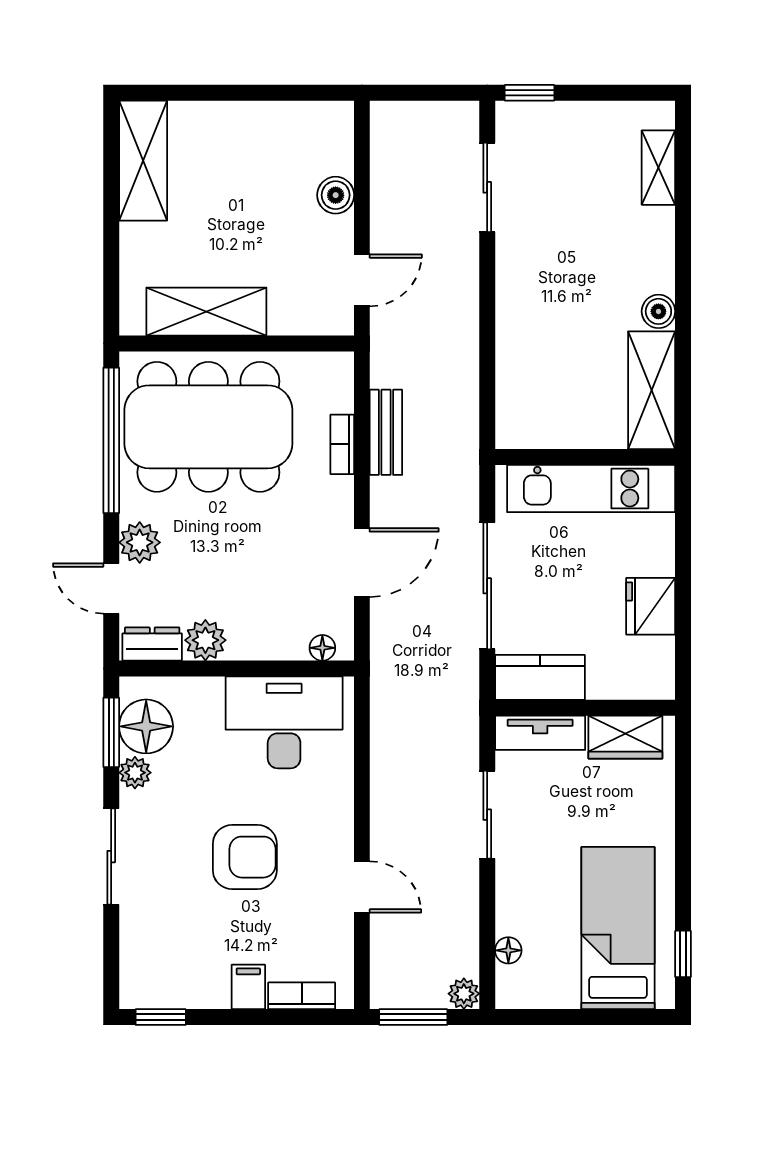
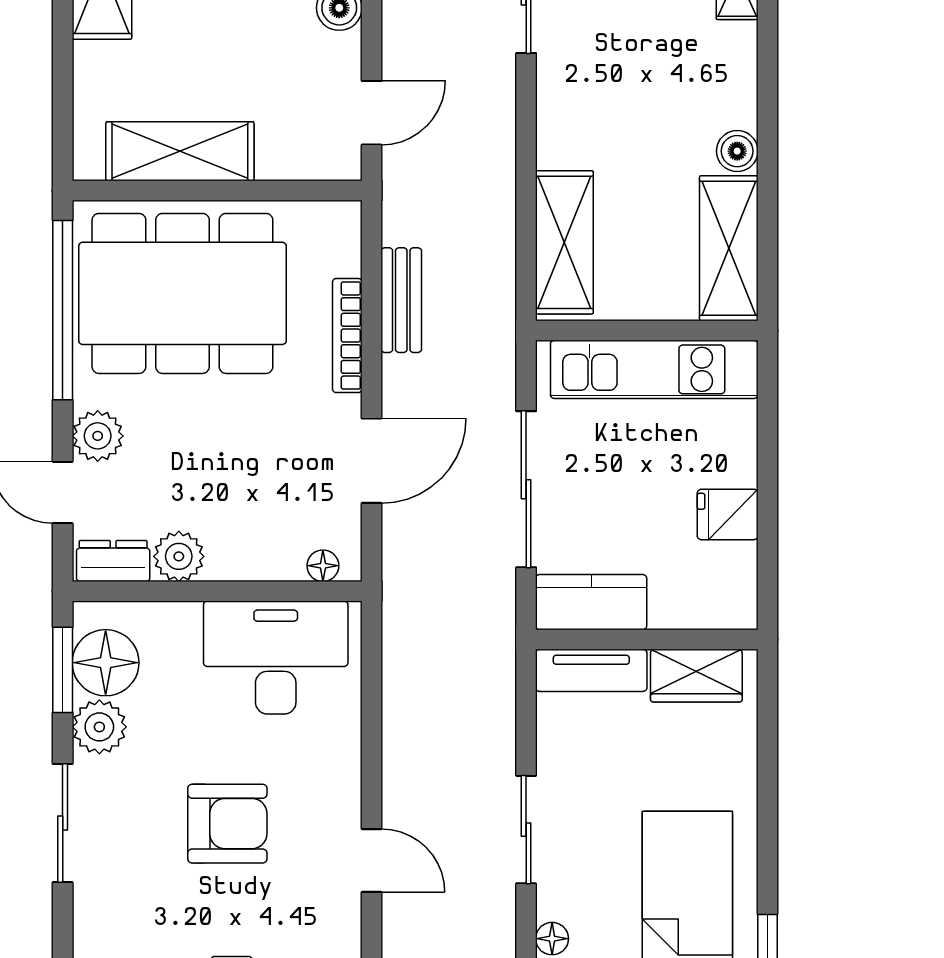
shelving: (518, 385) -> (564, 242), added
bookcase: (342, 444) -> (347, 336), width x1.56
fridge: (651, 606) -> (728, 514), width x0.72
plant: (135, 773) -> (99, 727), width x1.38, depth x1.38
sliding door: (487, 815) -> (526, 830), moved

